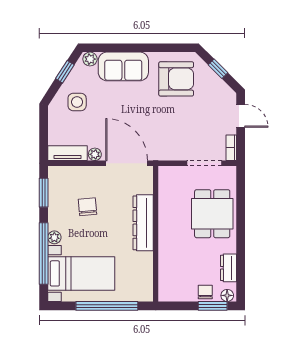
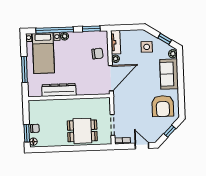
door: (241, 116) -> (142, 146), swing flipped
chair: (87, 207) -> (97, 54), moved
dresser: (143, 223) -> (59, 90), moved
dresser: (228, 268) -> (50, 142), removed
window: (107, 306) -> (24, 69), width x0.68

